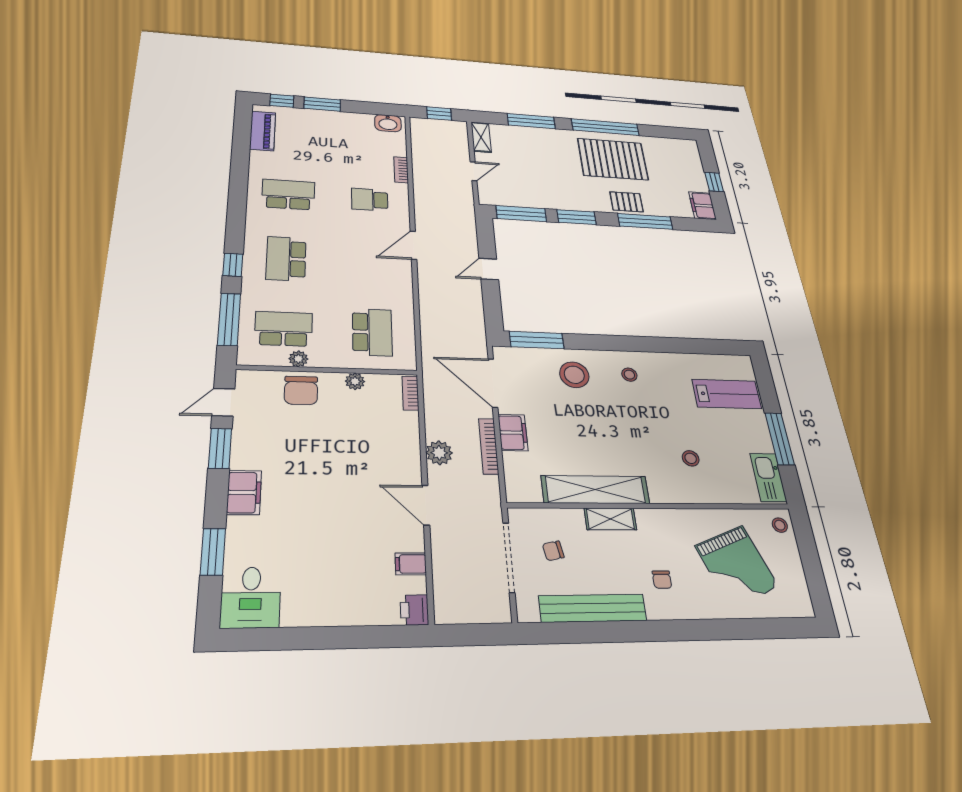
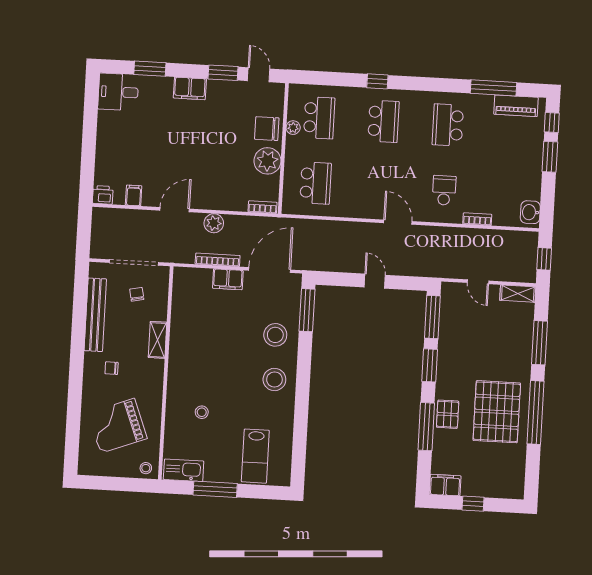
school desk: (288, 194) -> (448, 125), turned 180
school desk: (286, 259) -> (383, 121), turned 90
window: (229, 319) -> (493, 88), moved
school desk: (372, 332) -> (316, 183), turned -90
stool: (629, 375) -> (274, 379), width x1.89, depth x1.89
plant: (355, 381) -> (267, 161), width x1.88, depth x1.88
shelving: (595, 490) -> (180, 333), removed

